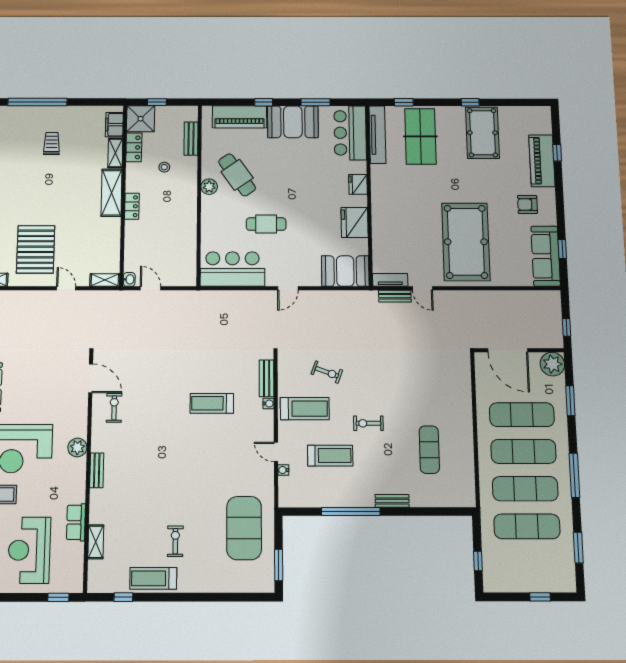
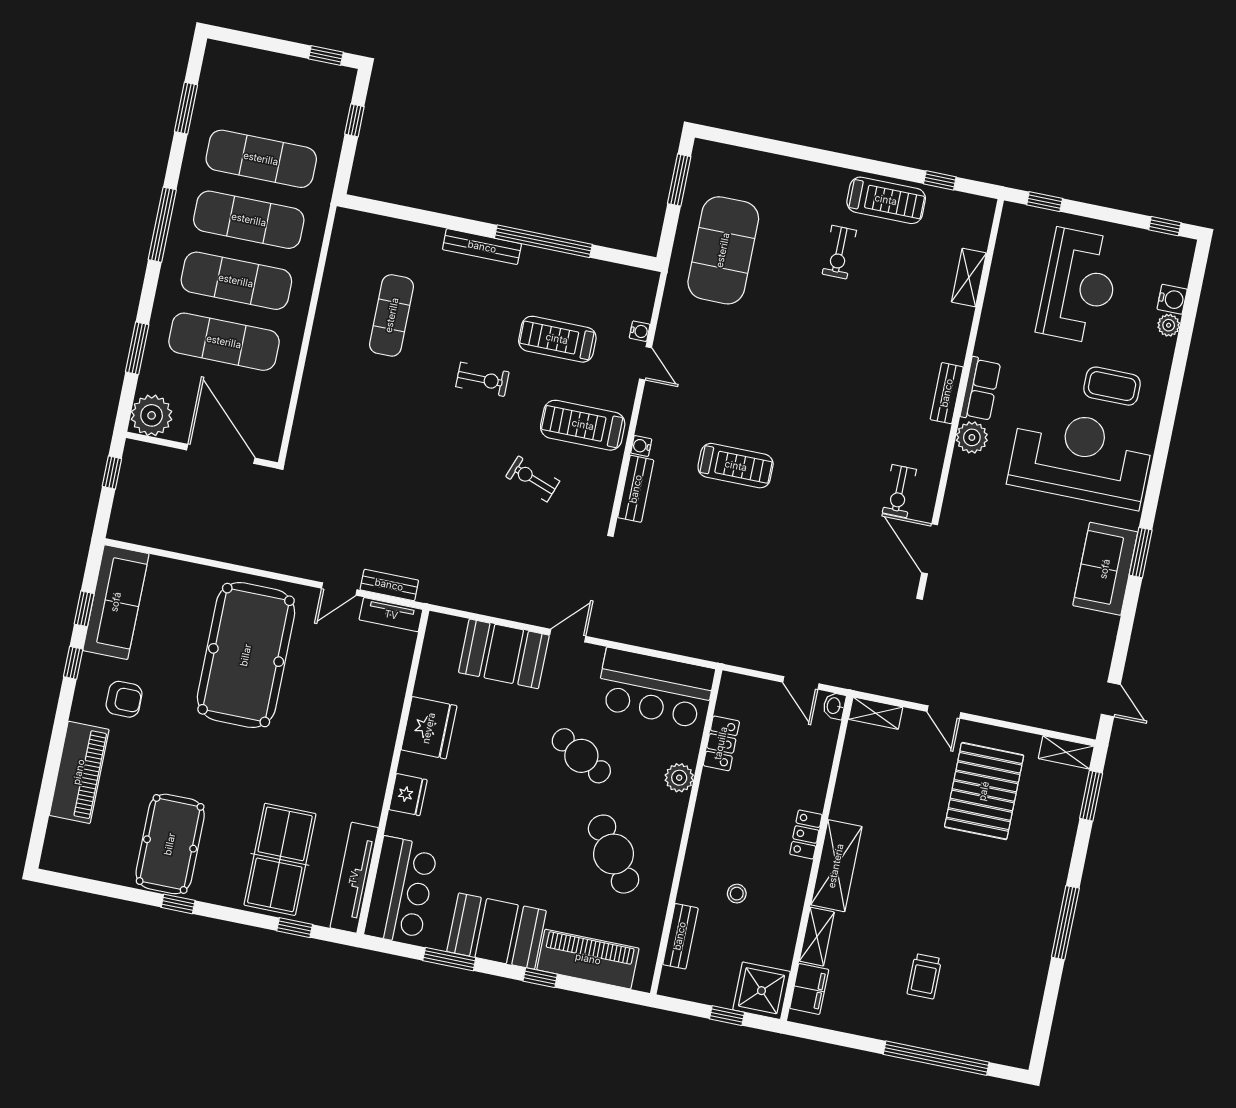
locker: (134, 147) -> (721, 743), moved, turned 180
window: (557, 153) -> (73, 663), moved
plant: (209, 187) -> (679, 778), moved
cafe table: (266, 224) -> (581, 756), turned 30
booth: (345, 271) -> (504, 654), moved
door: (422, 288) -> (339, 589), swing flipped
bench: (392, 501) -> (482, 247), width x1.36
row of seats: (76, 522) -> (981, 389), moved
window: (540, 597) -> (326, 55), moved

